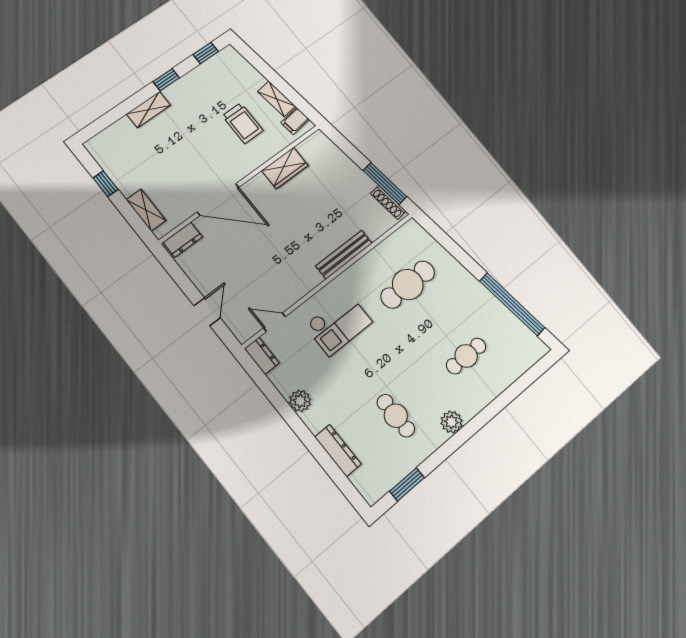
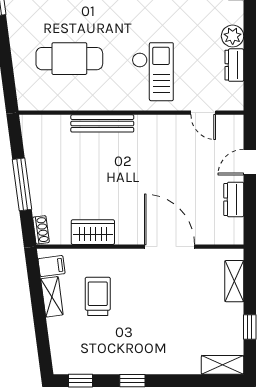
shelving: (149, 110) -> (222, 365), moved
window: (385, 184) -> (22, 184), moved
shoe rack: (388, 202) -> (41, 230), moved, width x0.70
dresser: (183, 240) -> (234, 199), moved, turned -90
checkout: (339, 324) -> (153, 72), turned 90
dresser: (262, 356) -> (234, 65), moved

